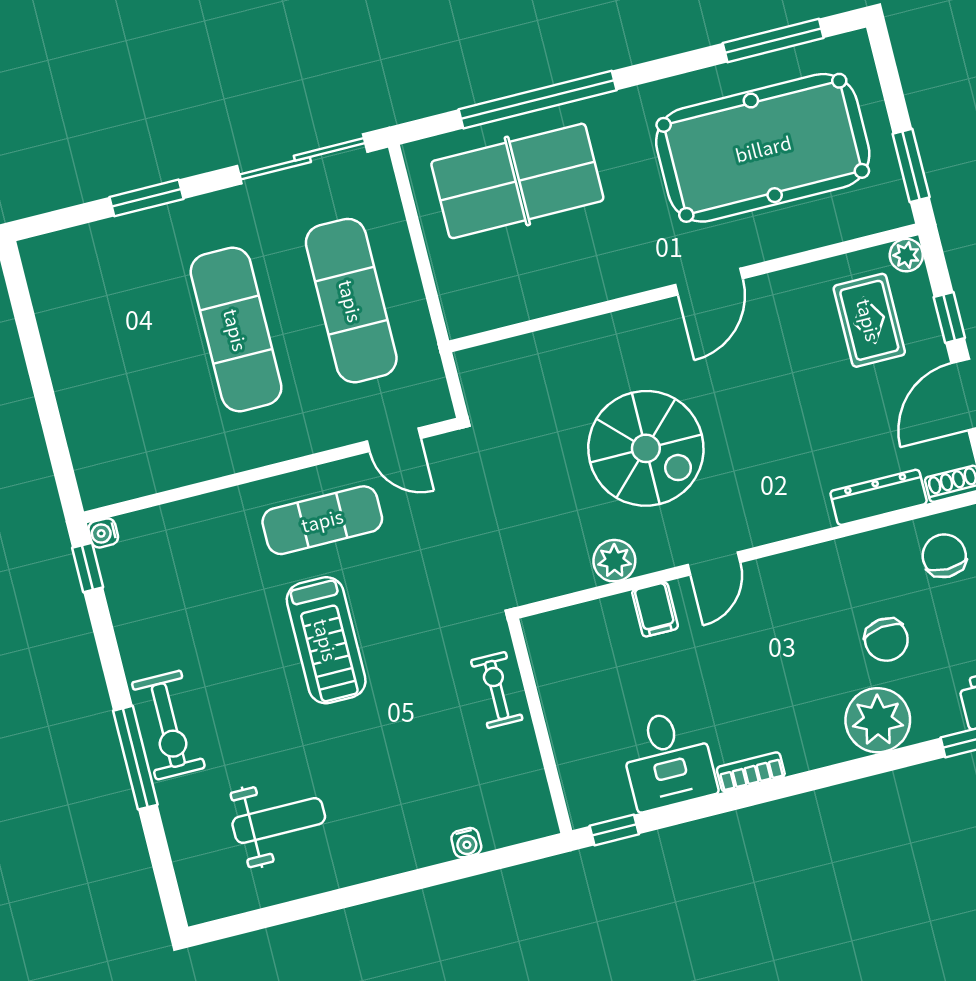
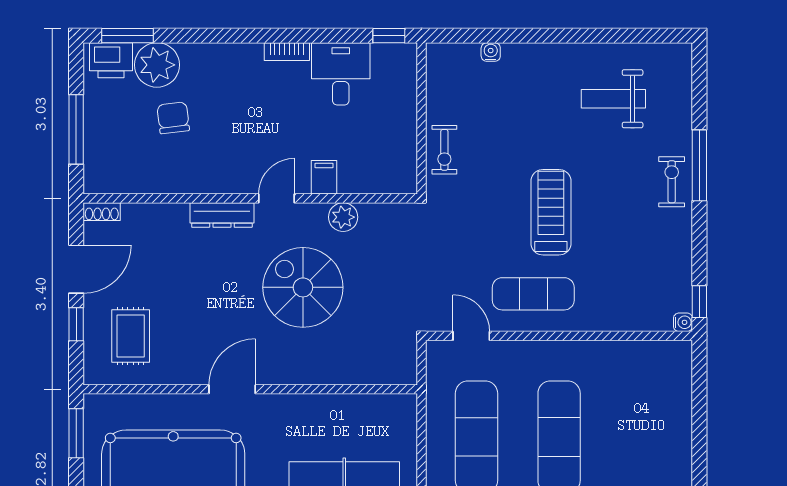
plant: (906, 255) -> (95, 374), removed
dresser: (879, 497) -> (222, 215), moved
chair: (944, 556) -> (120, 165), removed
plant: (878, 720) -> (157, 65), moved
exercise bike: (168, 725) -> (672, 182), width x0.73, depth x0.72

